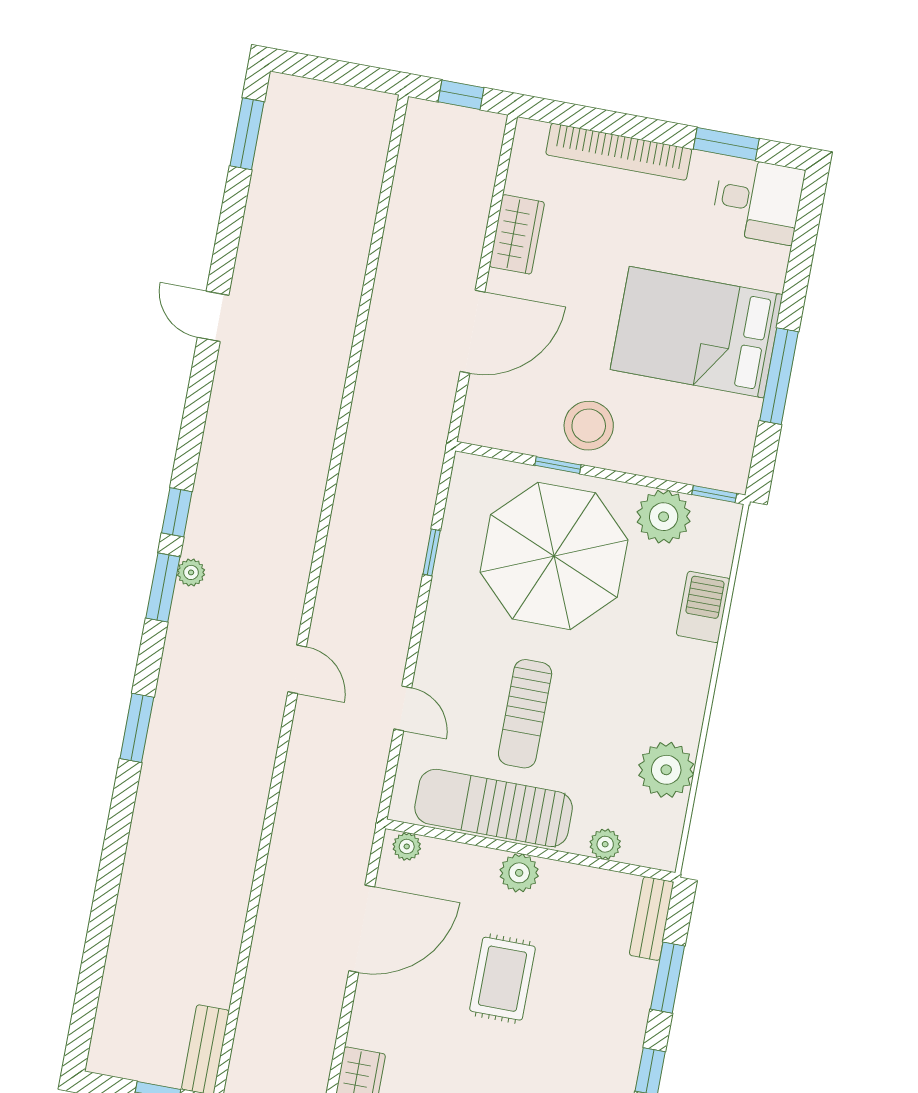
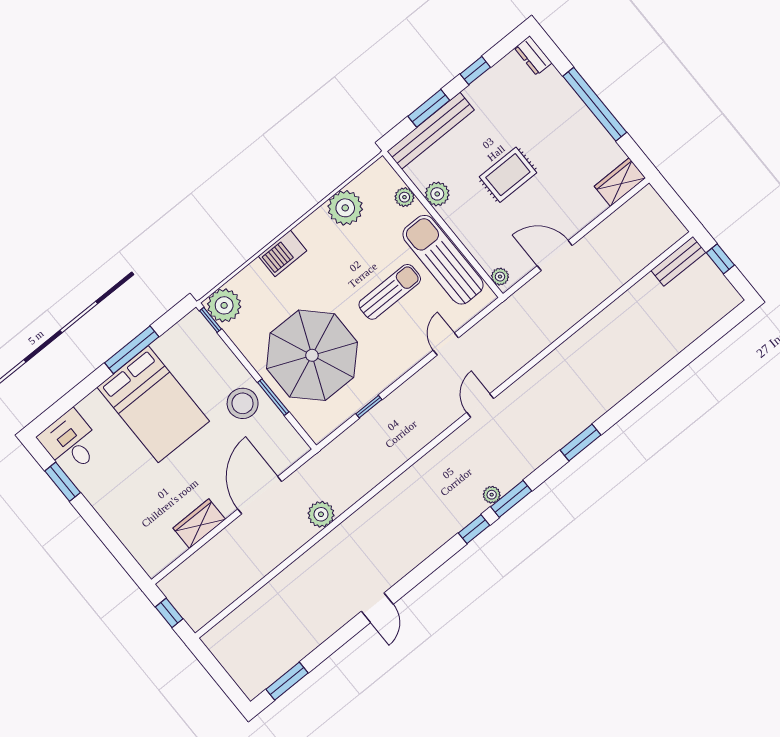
bookcase: (619, 152) -> (117, 522), removed
door: (472, 332) -> (260, 495), hinge flipped
plant: (378, 372) -> (321, 514), added
window: (558, 465) -> (273, 397), width x1.50
plant: (664, 517) -> (224, 305), moved
barbecue: (703, 607) -> (283, 253), moved
sun lounger: (494, 808) -> (443, 260), turned 180
plant: (519, 873) -> (437, 194), moved
bench: (652, 919) -> (431, 131), width x1.86, depth x1.21
door: (362, 929) -> (555, 256), width x0.73

